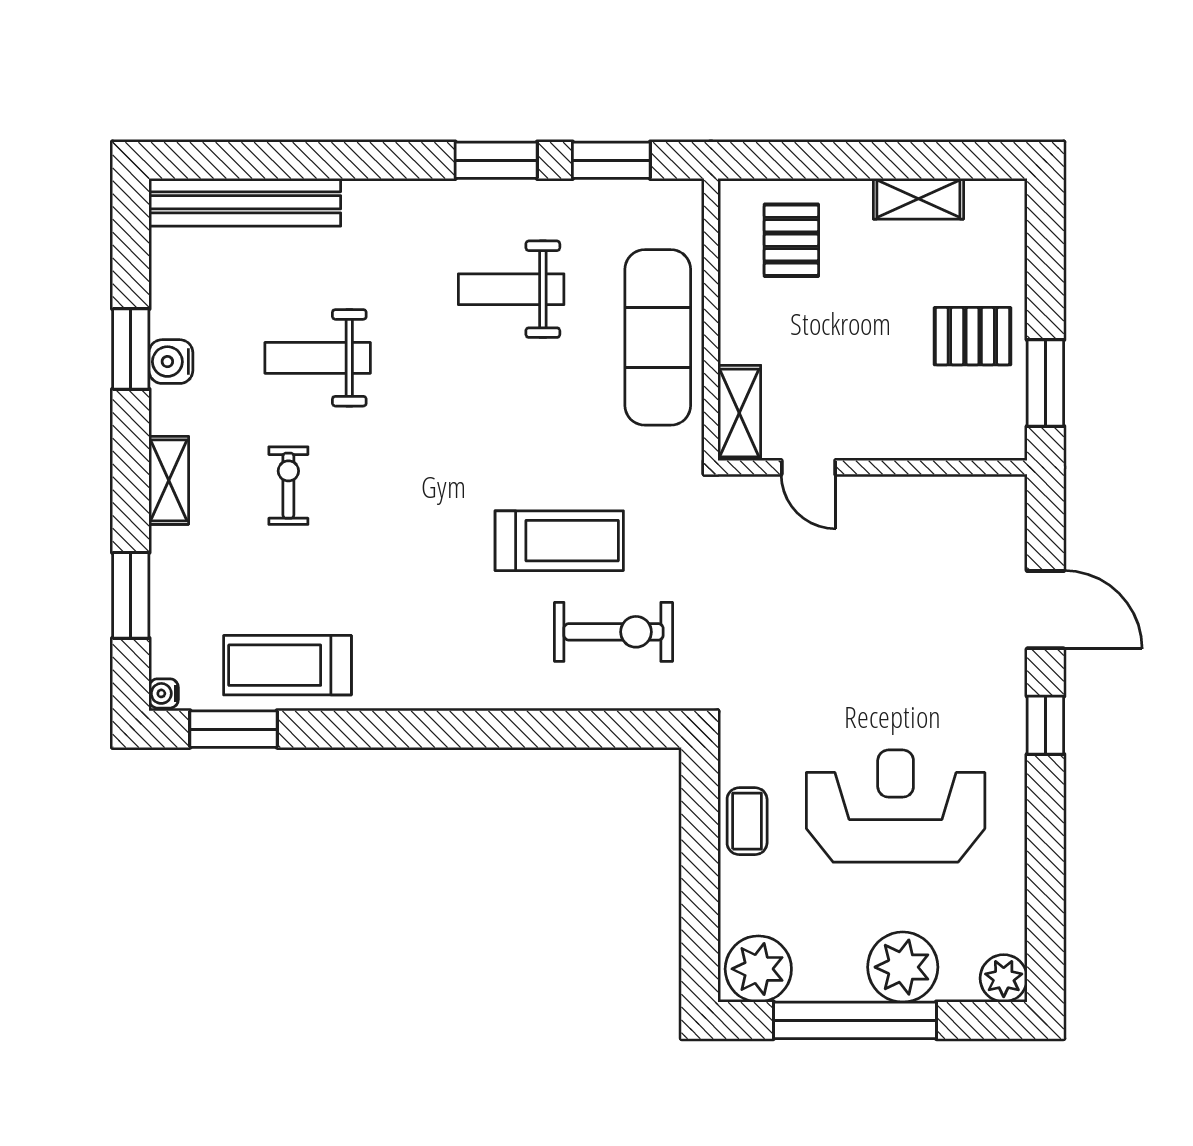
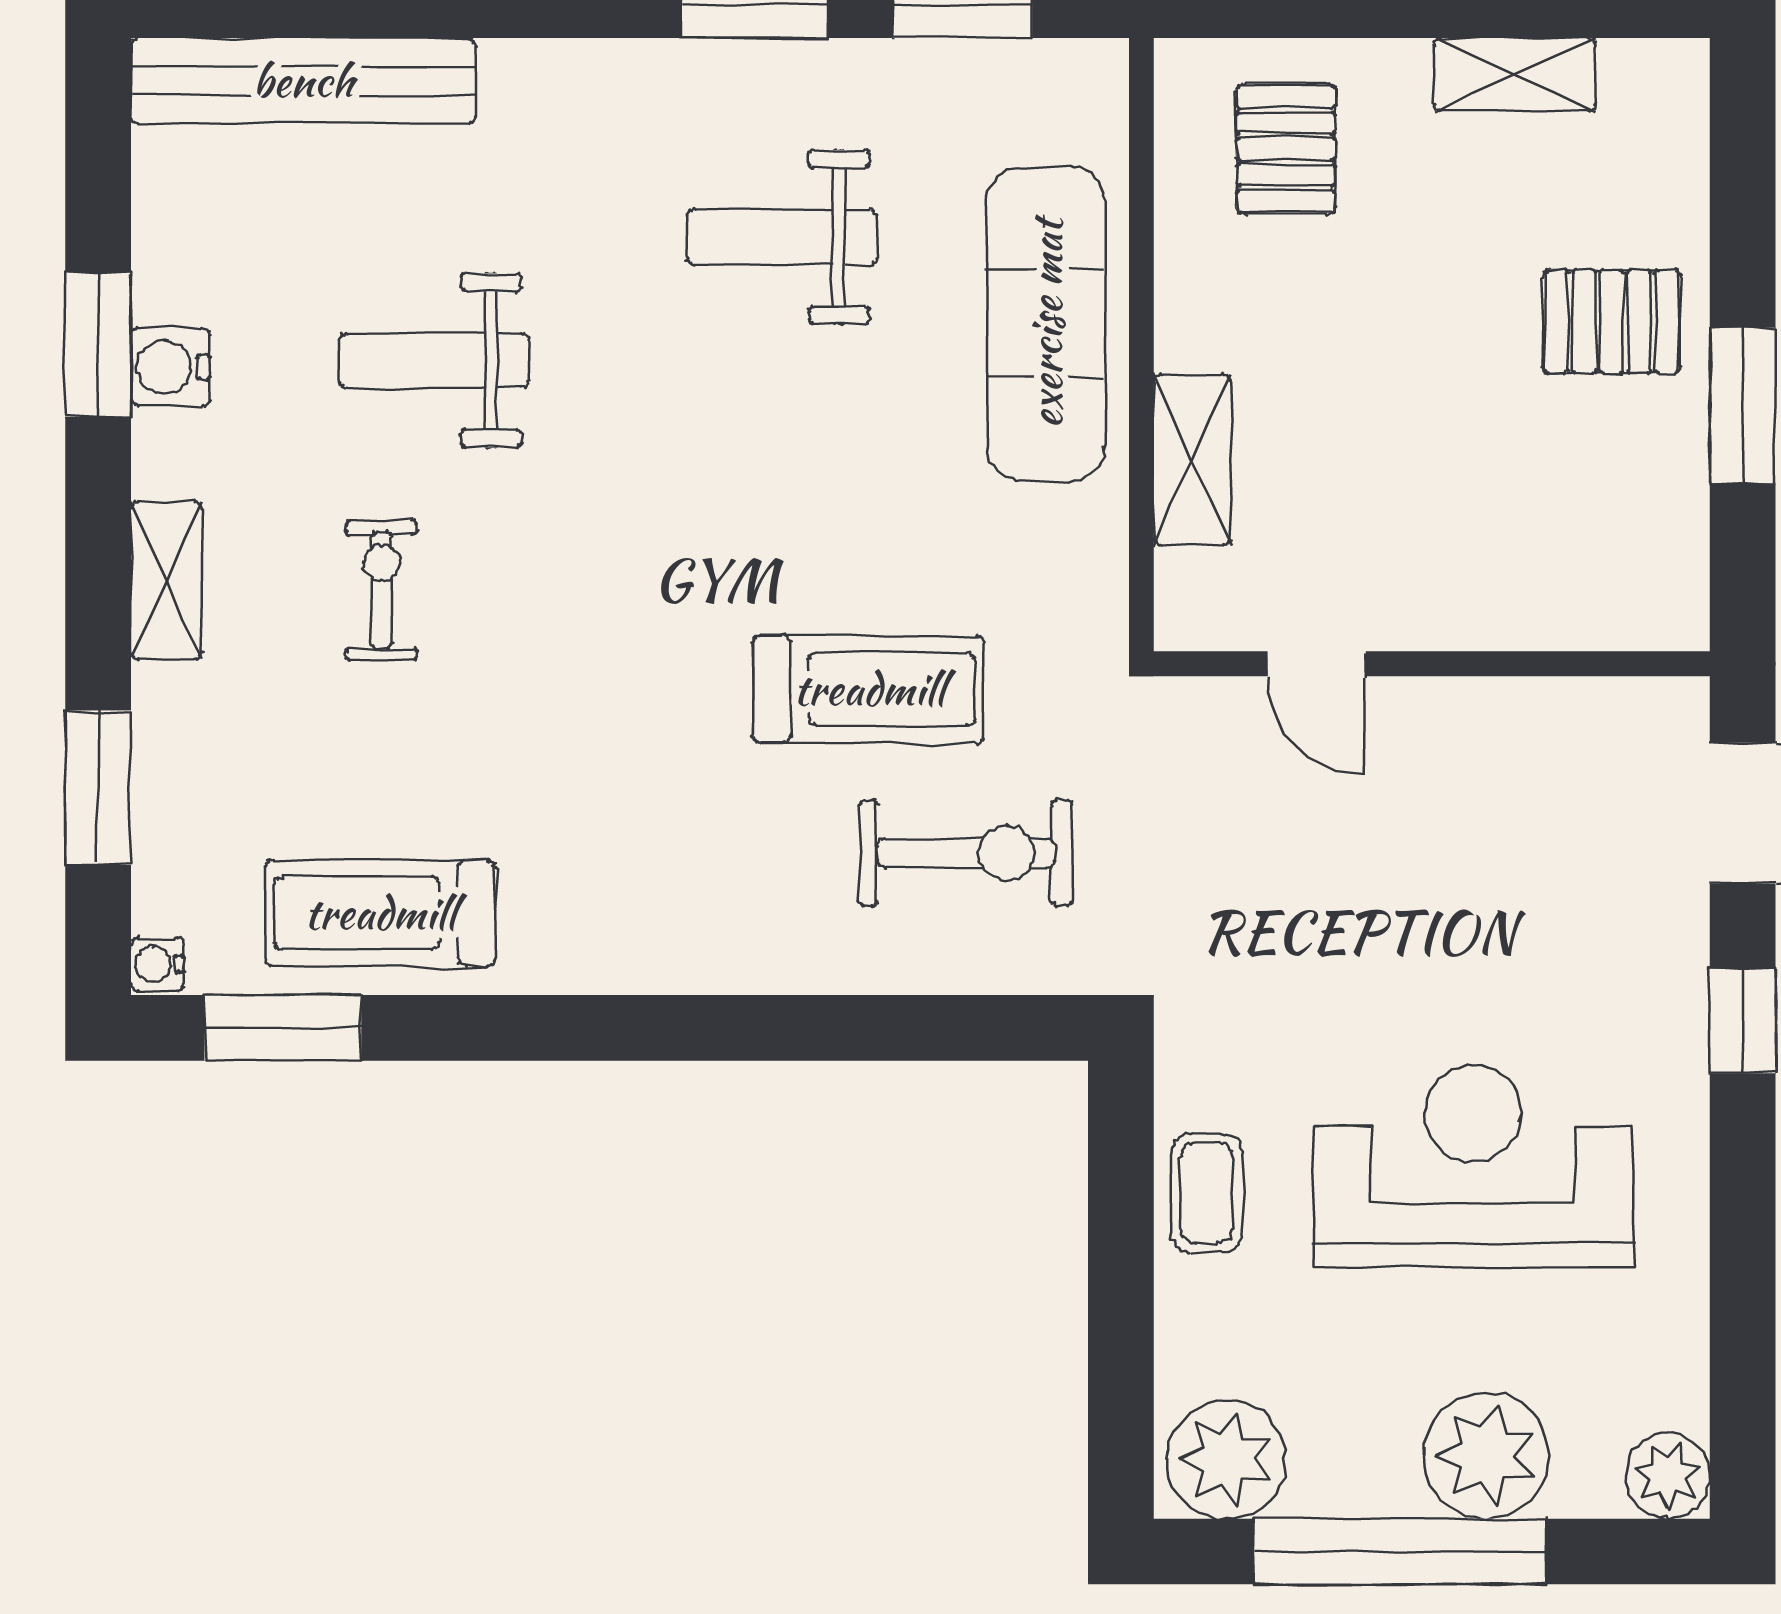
door: (808, 467) -> (1317, 664), moved
wall: (873, 467) -> (1432, 664), moved

